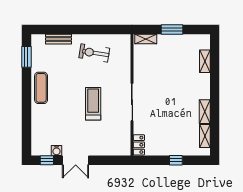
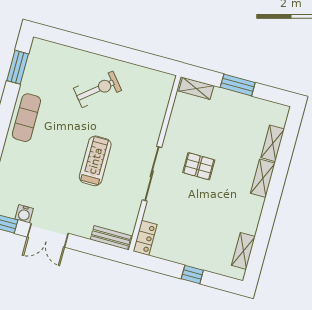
bench: (58, 39) -> (111, 238), moved
exercise bike: (94, 53) -> (98, 89), moved, turned 132
pallet: (161, 89) -> (199, 166), added
shelving: (205, 112) -> (263, 178), moved

